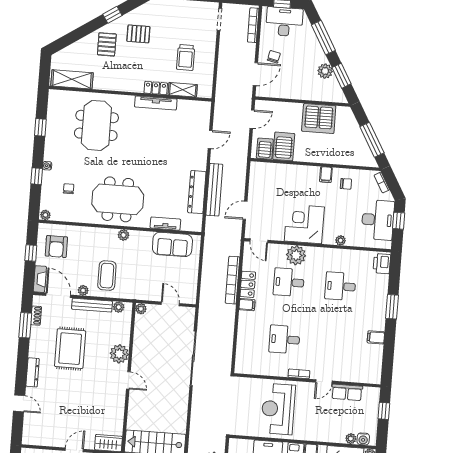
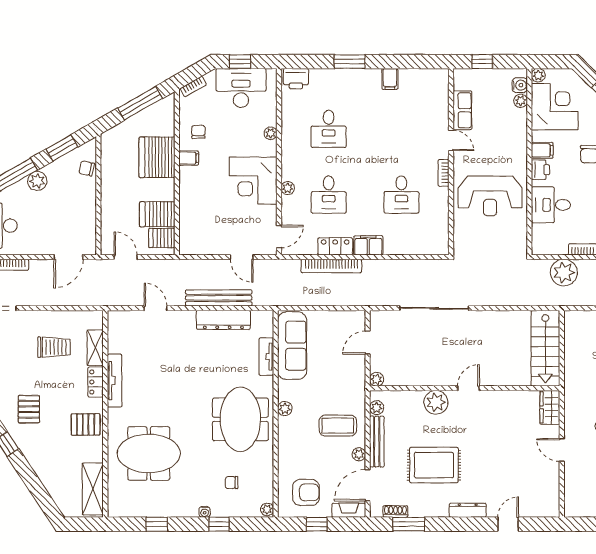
pallet: (107, 44) -> (86, 424), moved
chair: (274, 57) -> (87, 168), moved
plant: (325, 71) -> (37, 181), moved
door: (255, 74) -> (68, 257), swing flipped
server rack: (319, 119) -> (157, 157), moved, turned 180
sofa: (172, 244) -> (292, 346), width x1.36
plant: (296, 255) -> (288, 188), width x0.53, depth x0.53
filing cabinet: (247, 305) -> (368, 245), width x2.00

